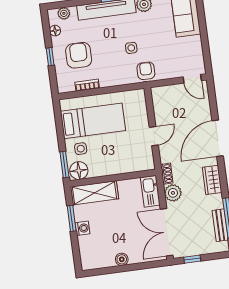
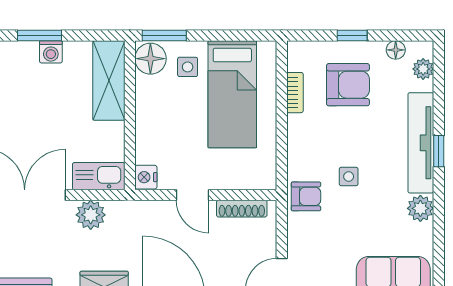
nightstand: (147, 164) -> (146, 177), added
shoe rack: (167, 174) -> (242, 209), moved, width x1.43
window: (72, 218) -> (40, 35), moved

